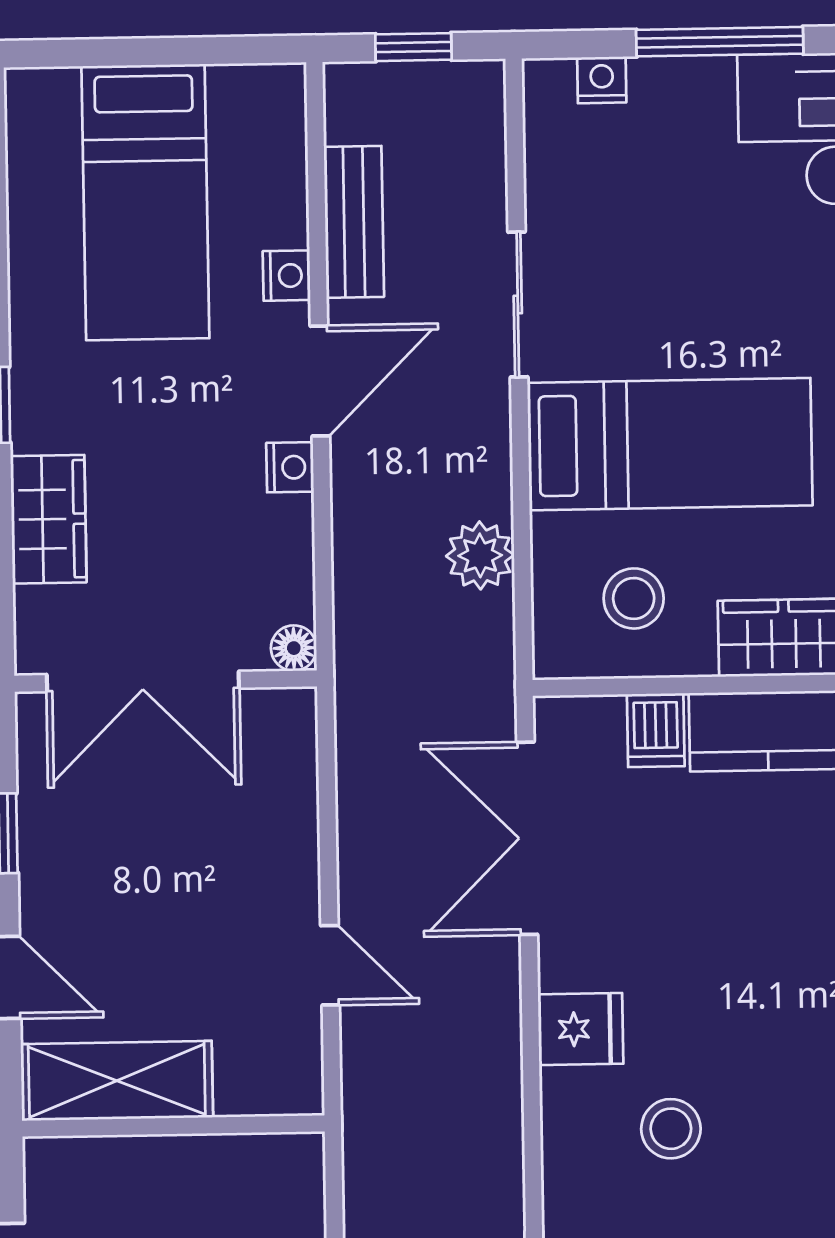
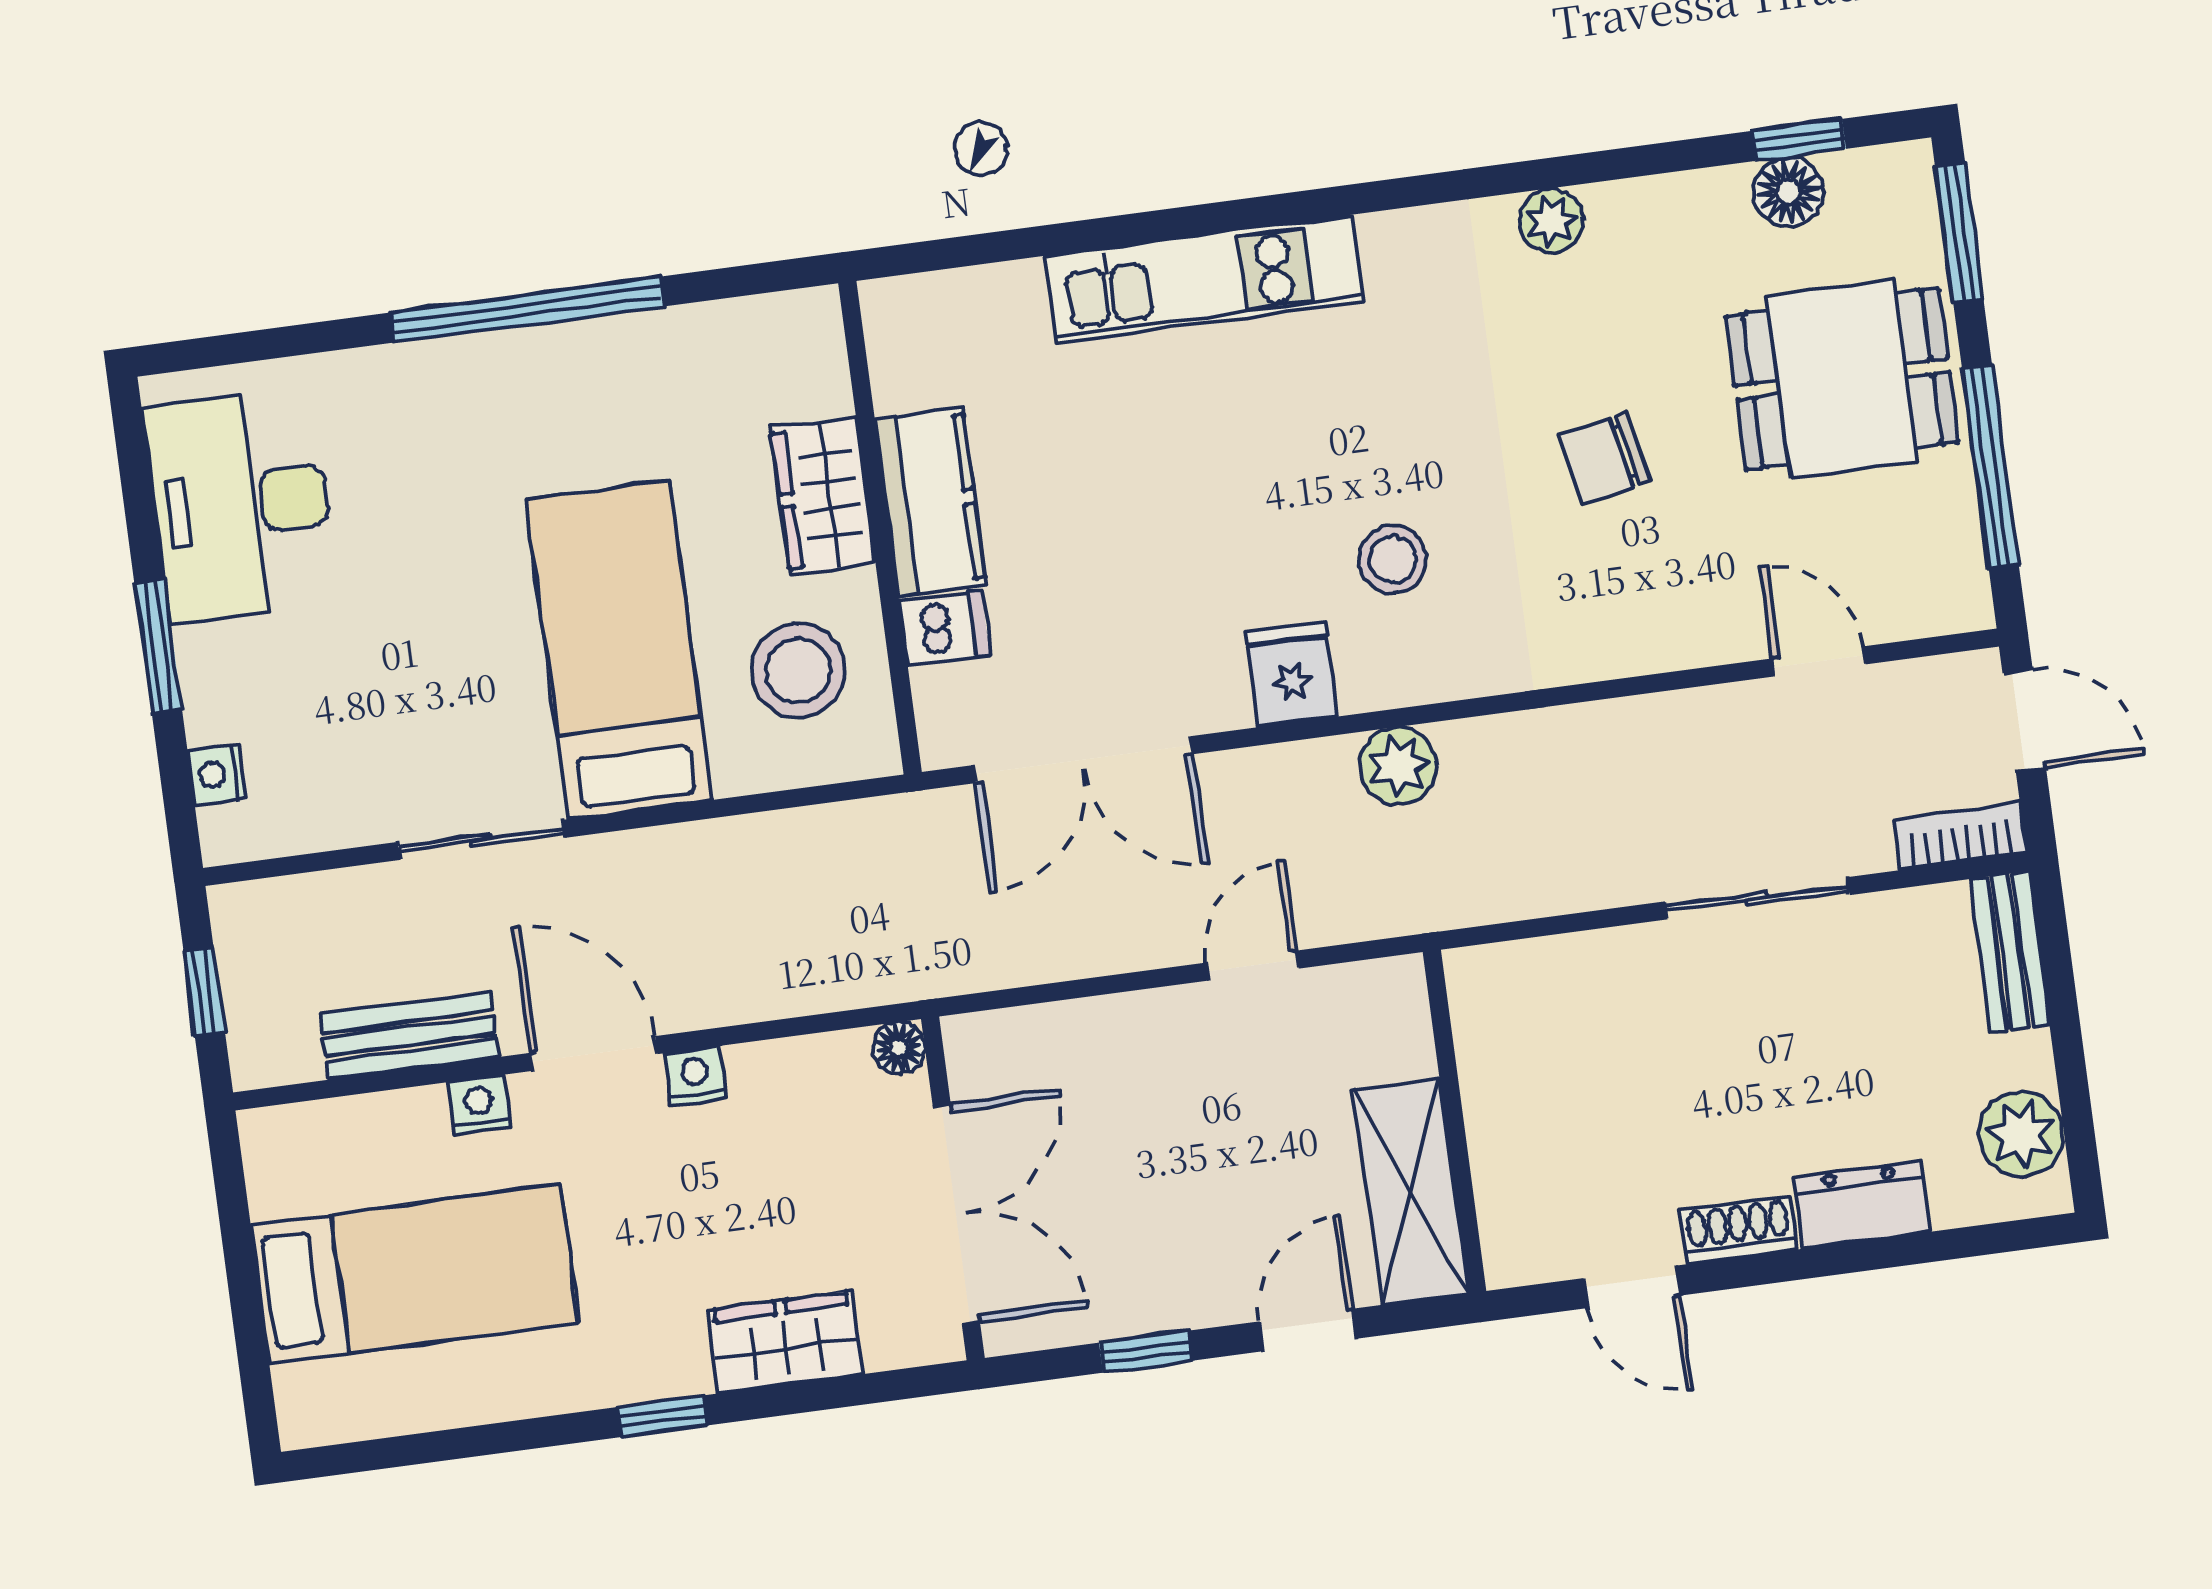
window: (720, 42) -> (158, 646), width x0.69
plant: (480, 555) -> (1398, 766), moved
stool: (634, 598) -> (798, 671), width x1.38, depth x1.38

